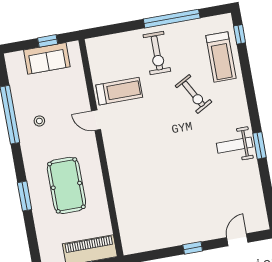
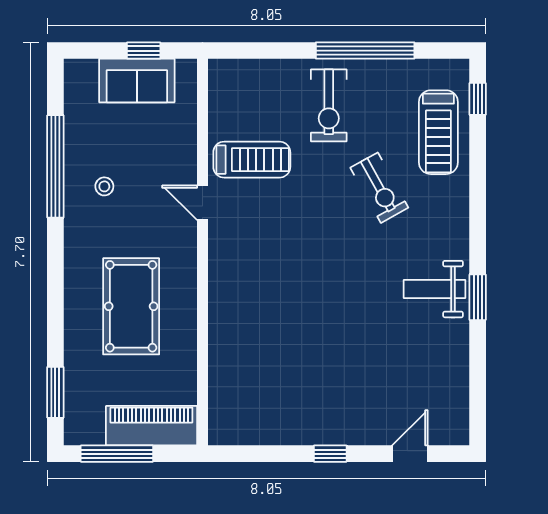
window: (25, 196) -> (55, 392), moved

